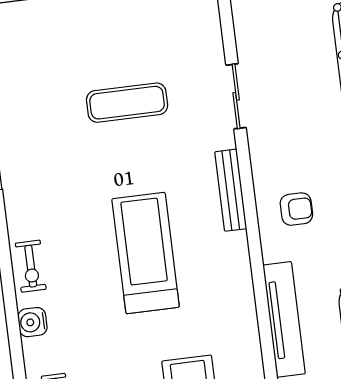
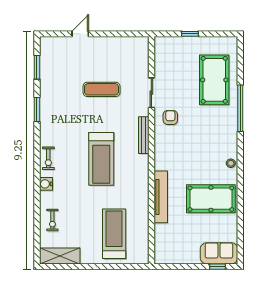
armchair: (296, 209) -> (170, 117), moved, turned -90
treadmill: (146, 253) -> (101, 159), turned 180

